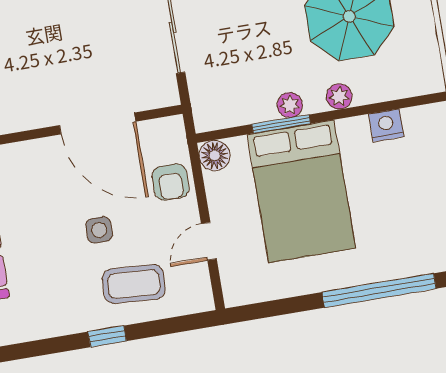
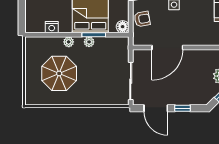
door: (98, 123) -> (167, 48), swing flipped
armchair: (171, 182) -> (142, 19), turned 80

